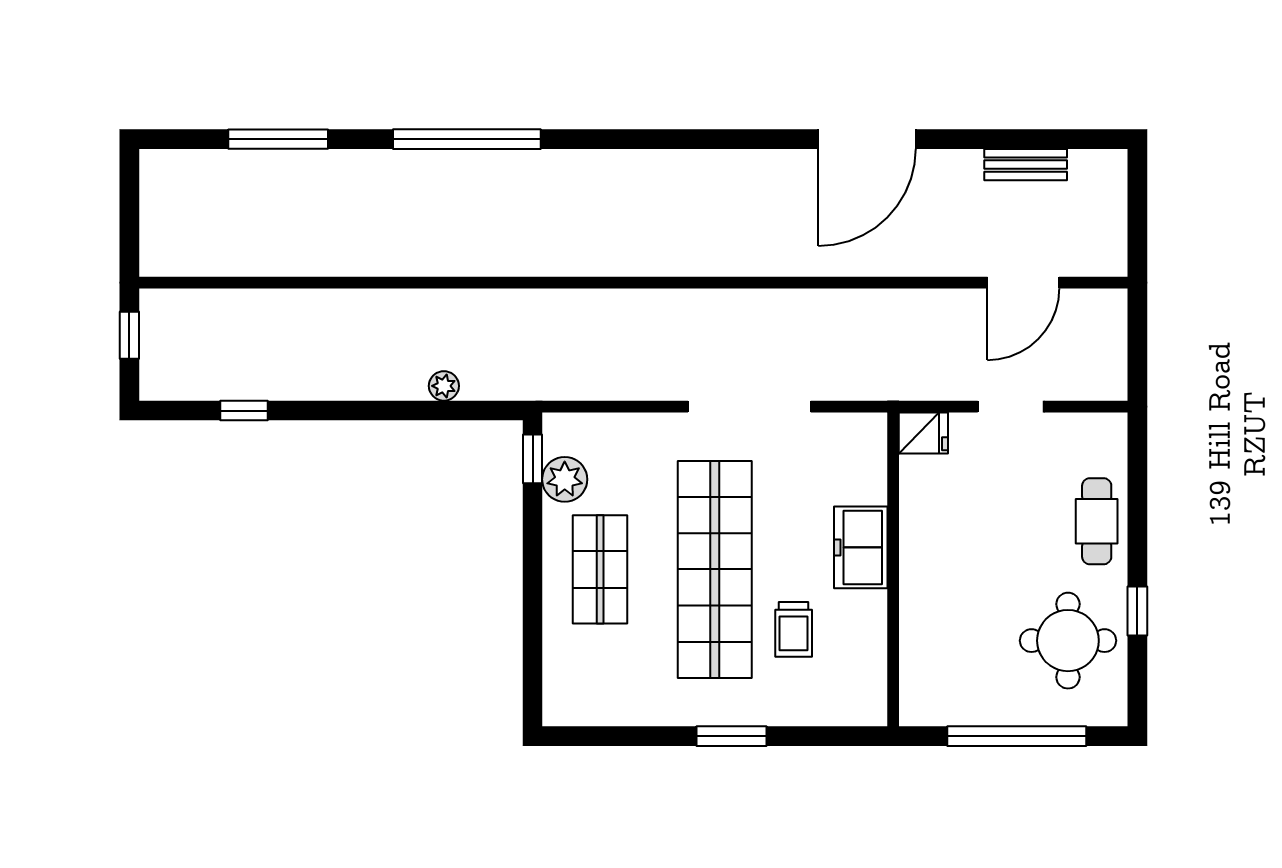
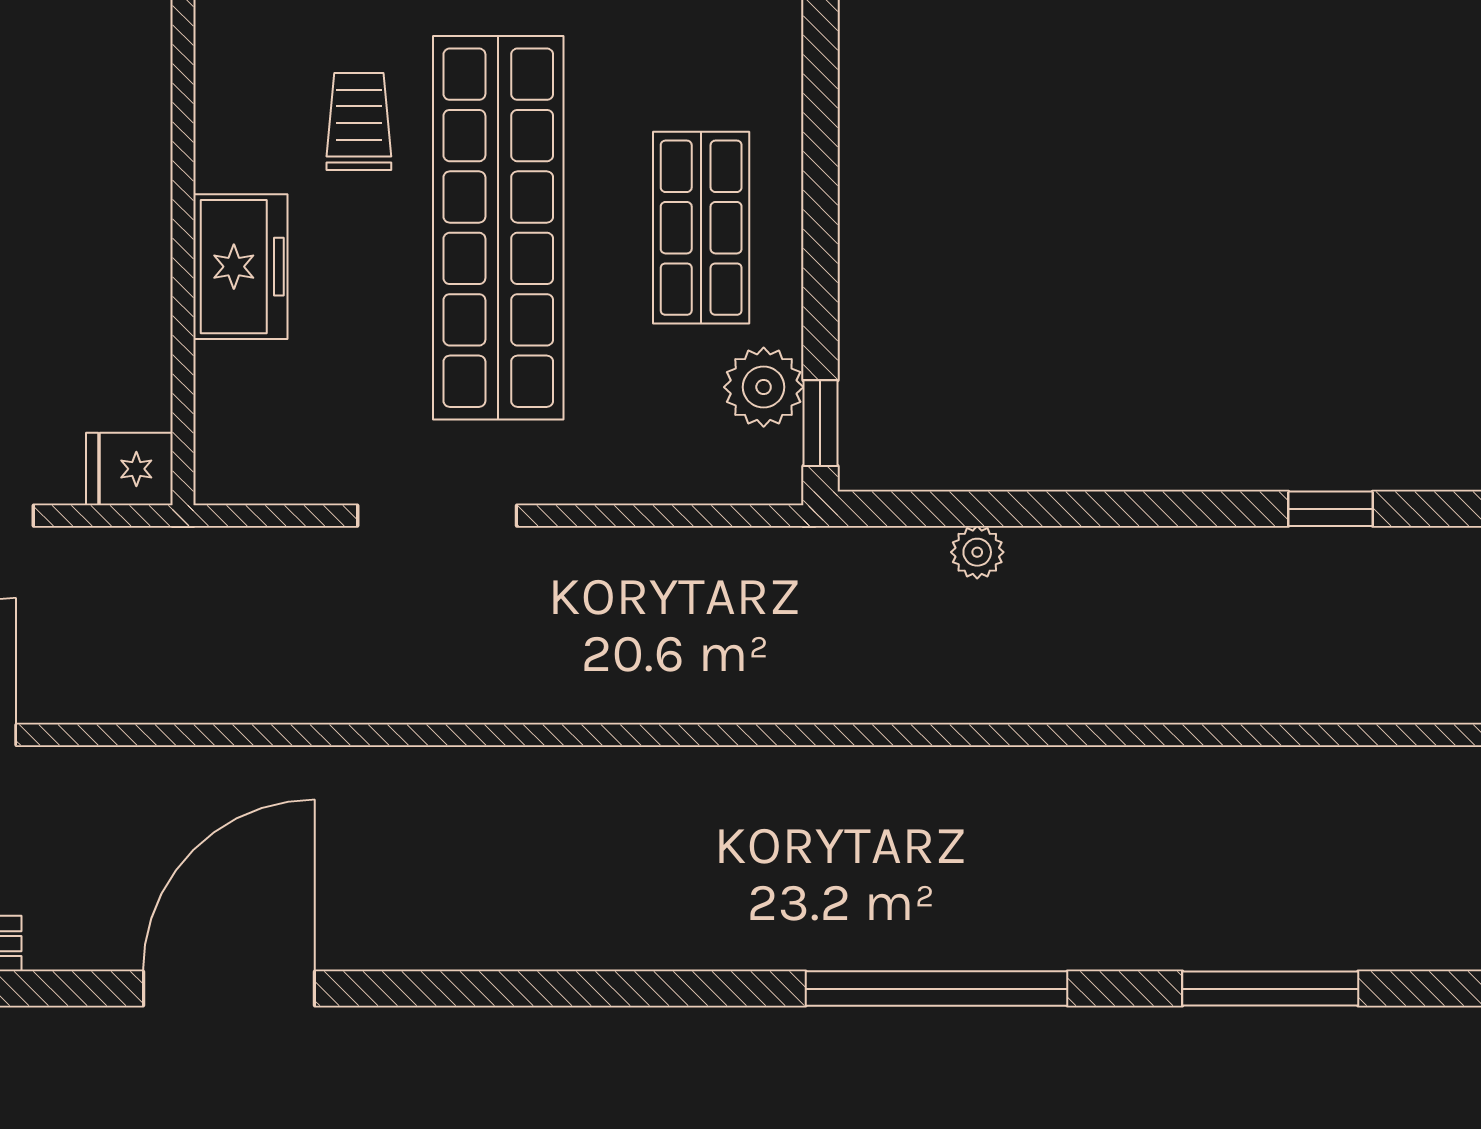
doorway: (749, 407) -> (437, 516), width x0.73

